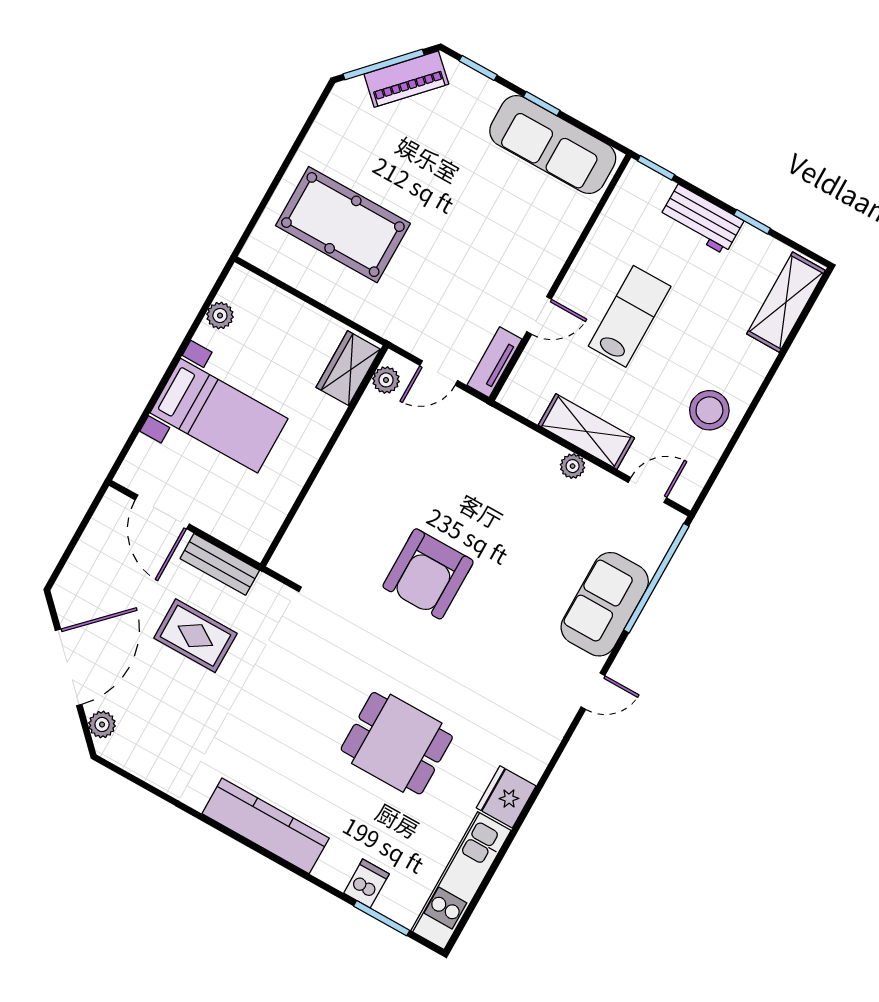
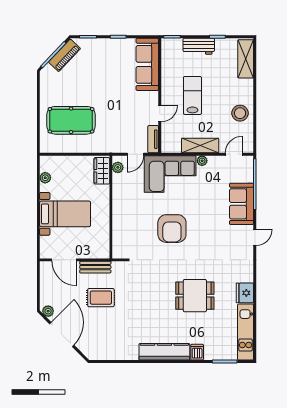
sofa: (553, 145) -> (147, 64), moved, turned 90
corner sofa: (489, 456) -> (170, 174), added
plant: (102, 724) -> (48, 311), moved
dishwasher: (366, 883) -> (197, 352), moved

